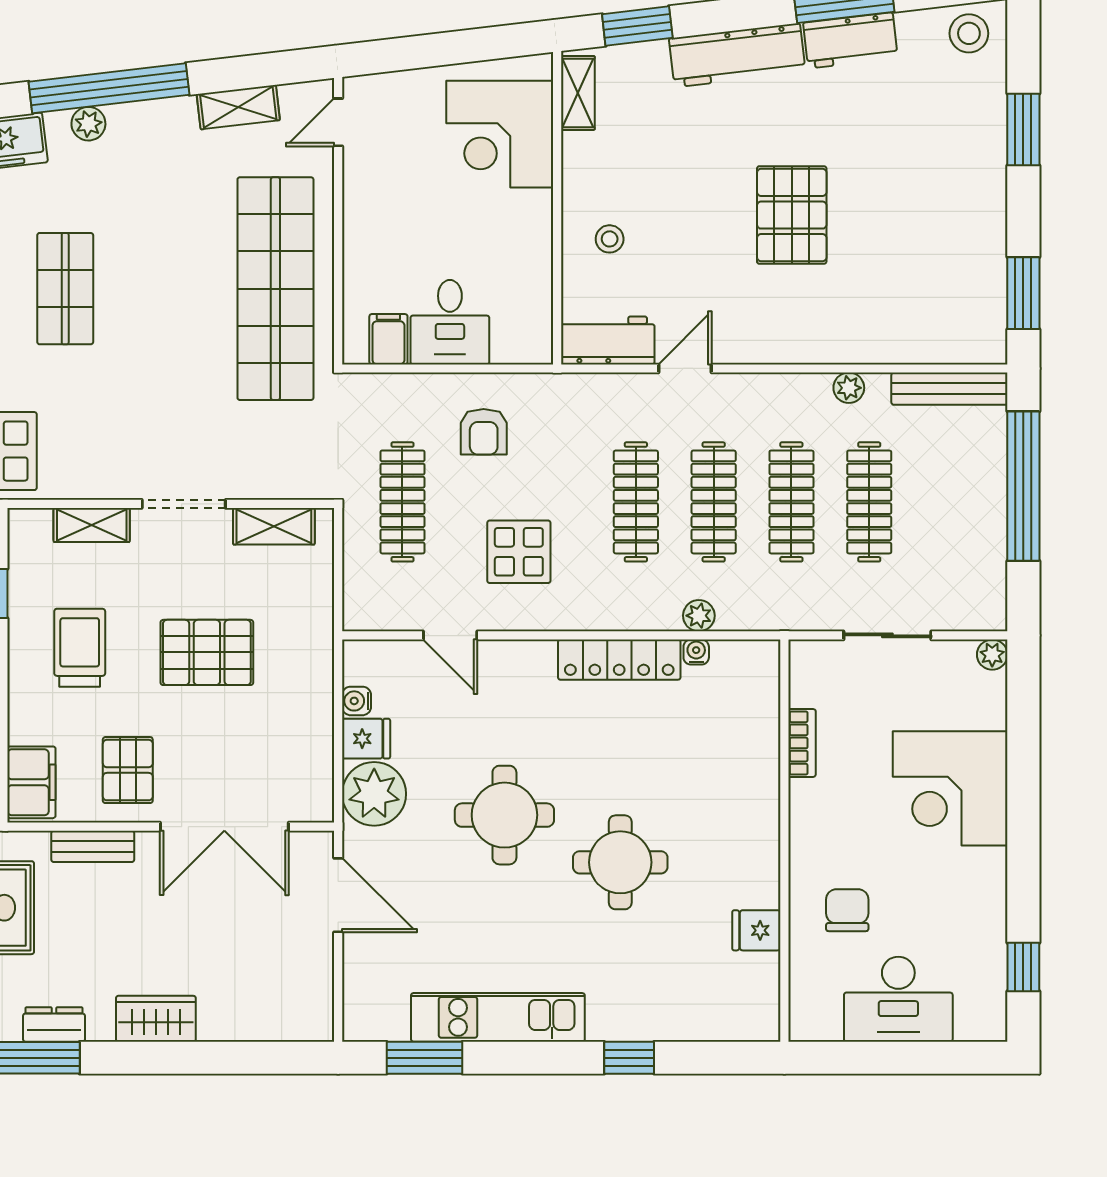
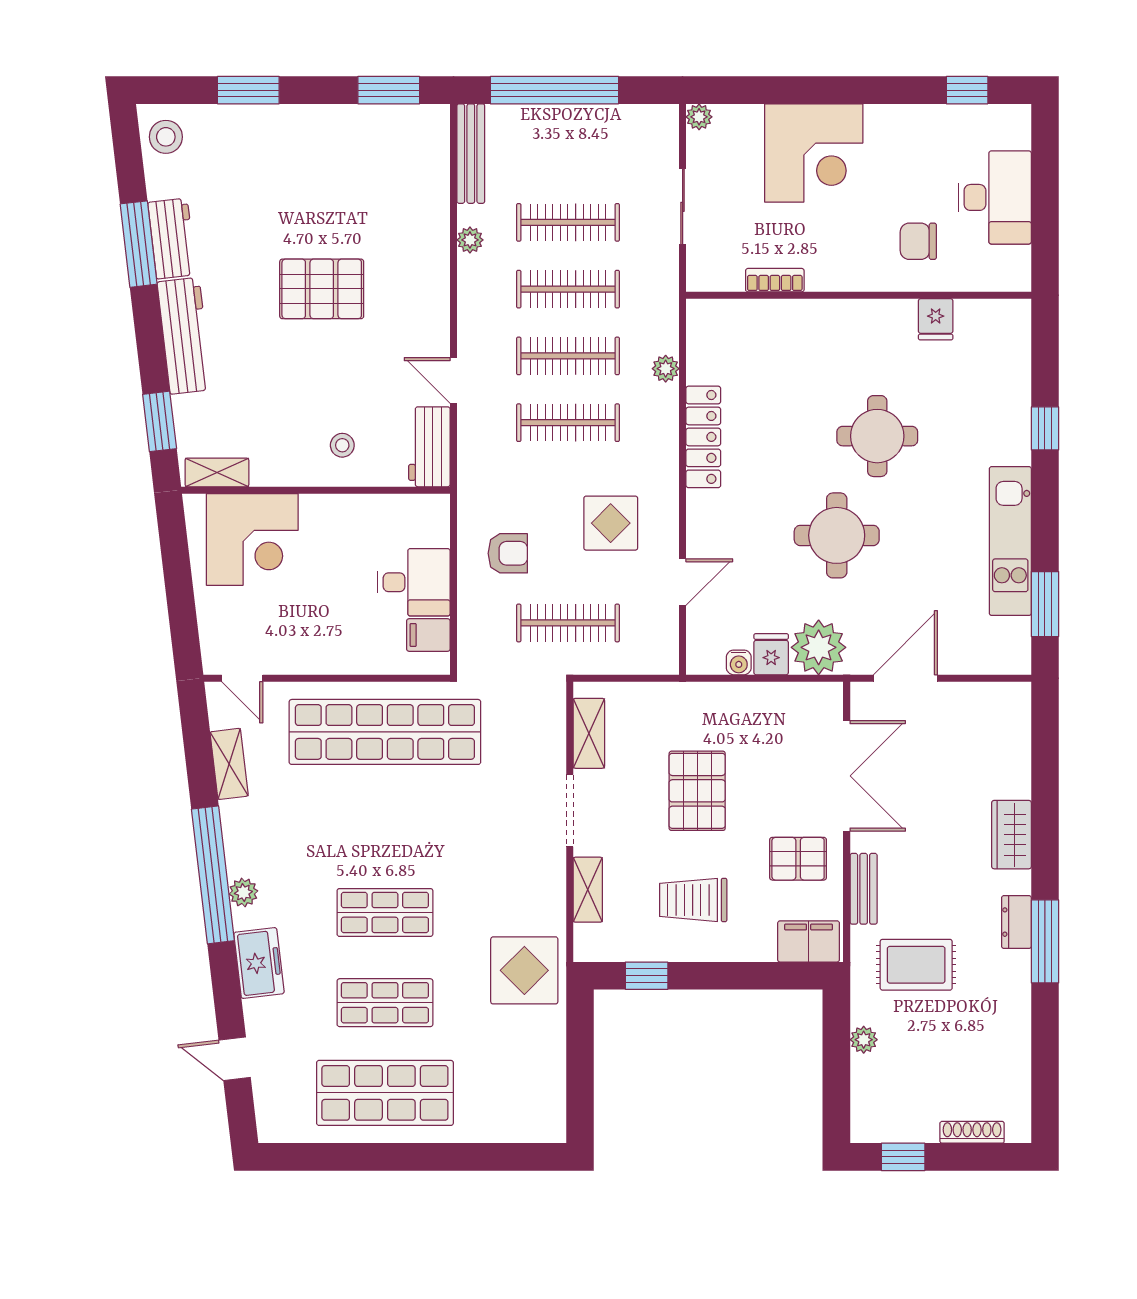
water cooler: (696, 652) -> (697, 371), removed

